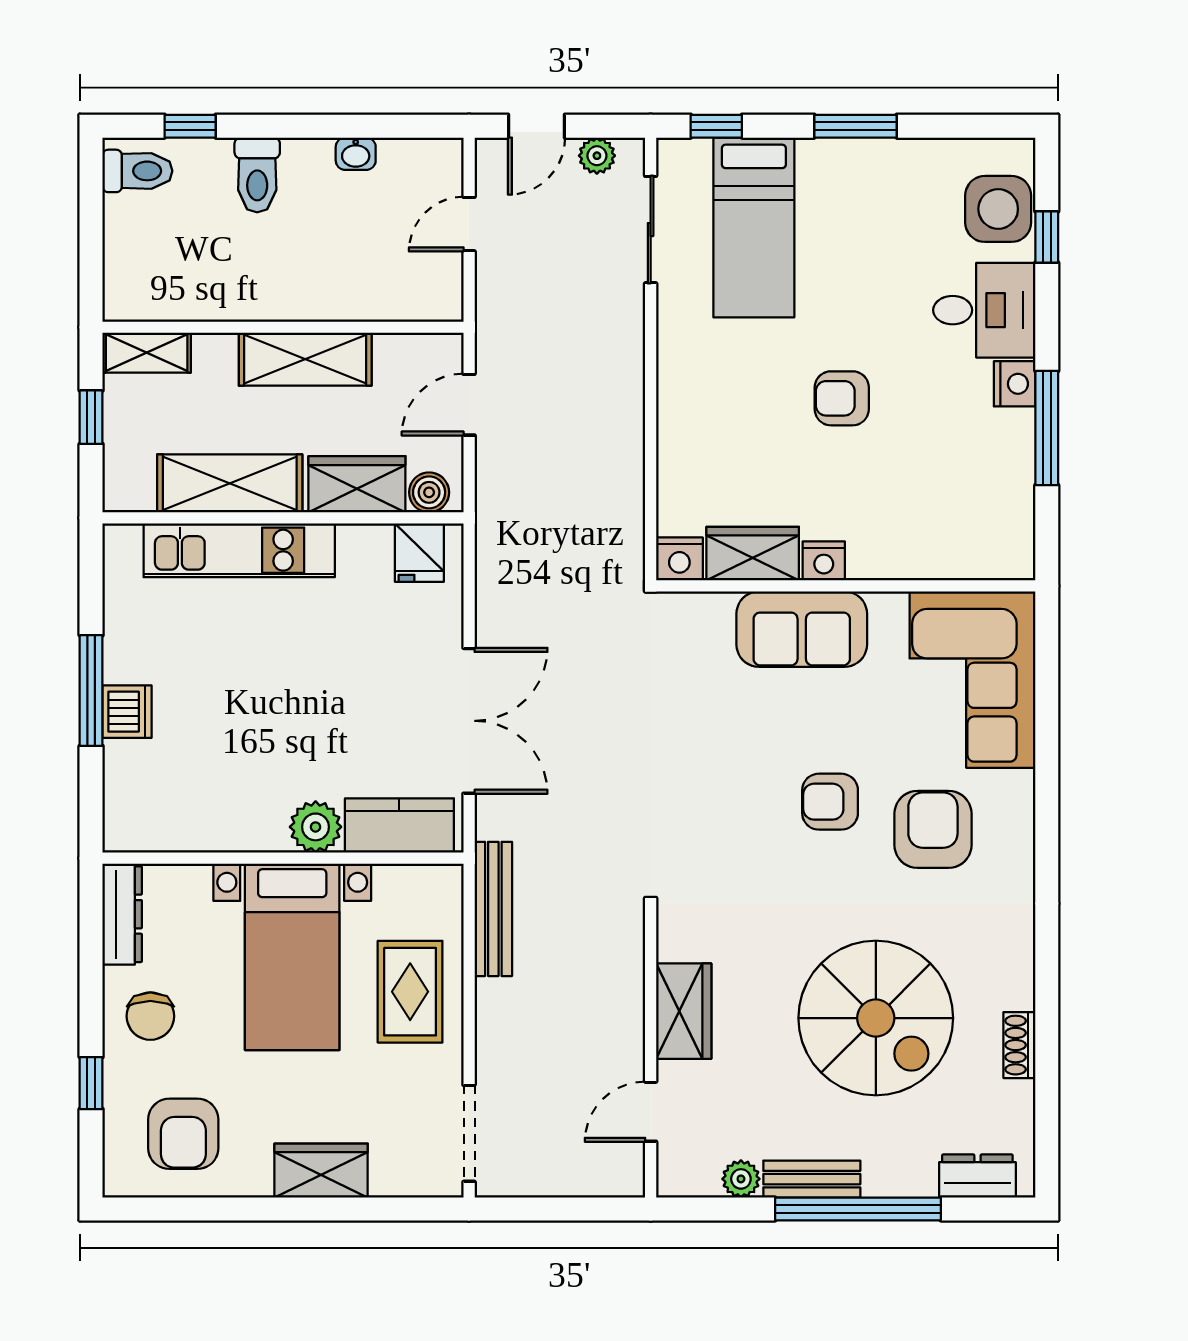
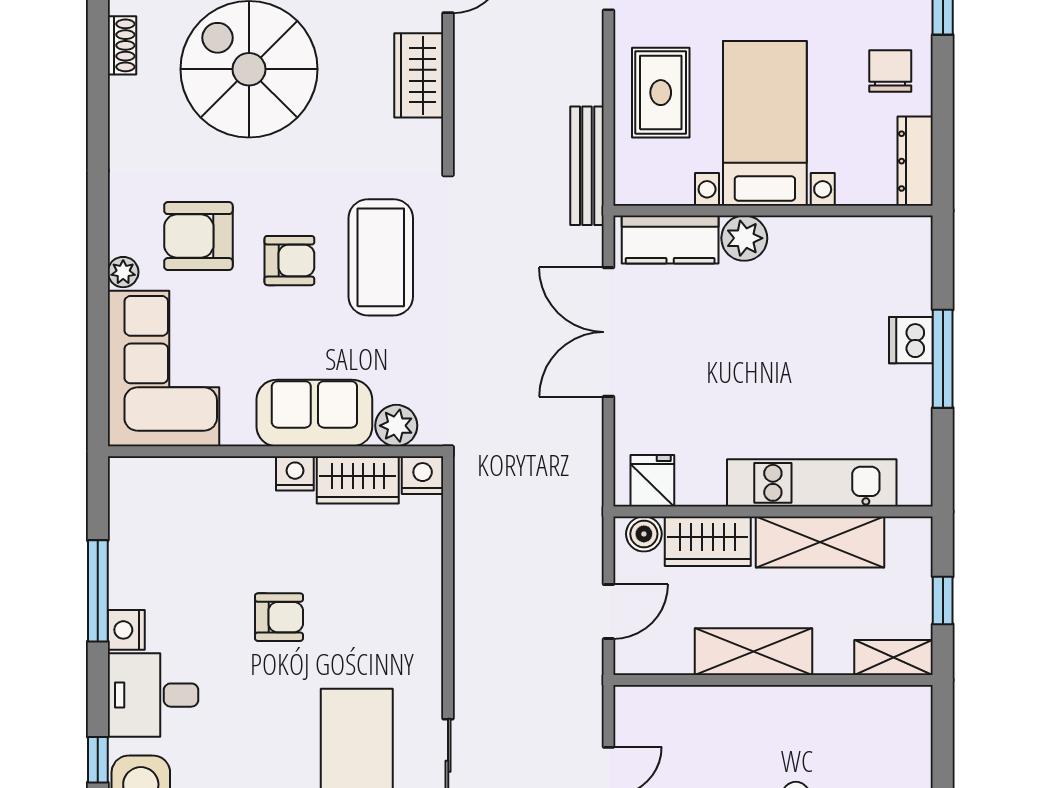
plant: (709, 615) -> (396, 426), added
plant: (1018, 789) -> (123, 272), added
coffee table: (727, 805) -> (381, 257), added
armchair: (933, 829) -> (198, 236), turned 90

